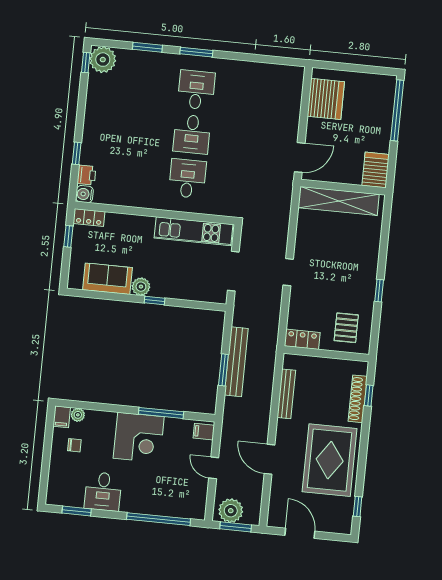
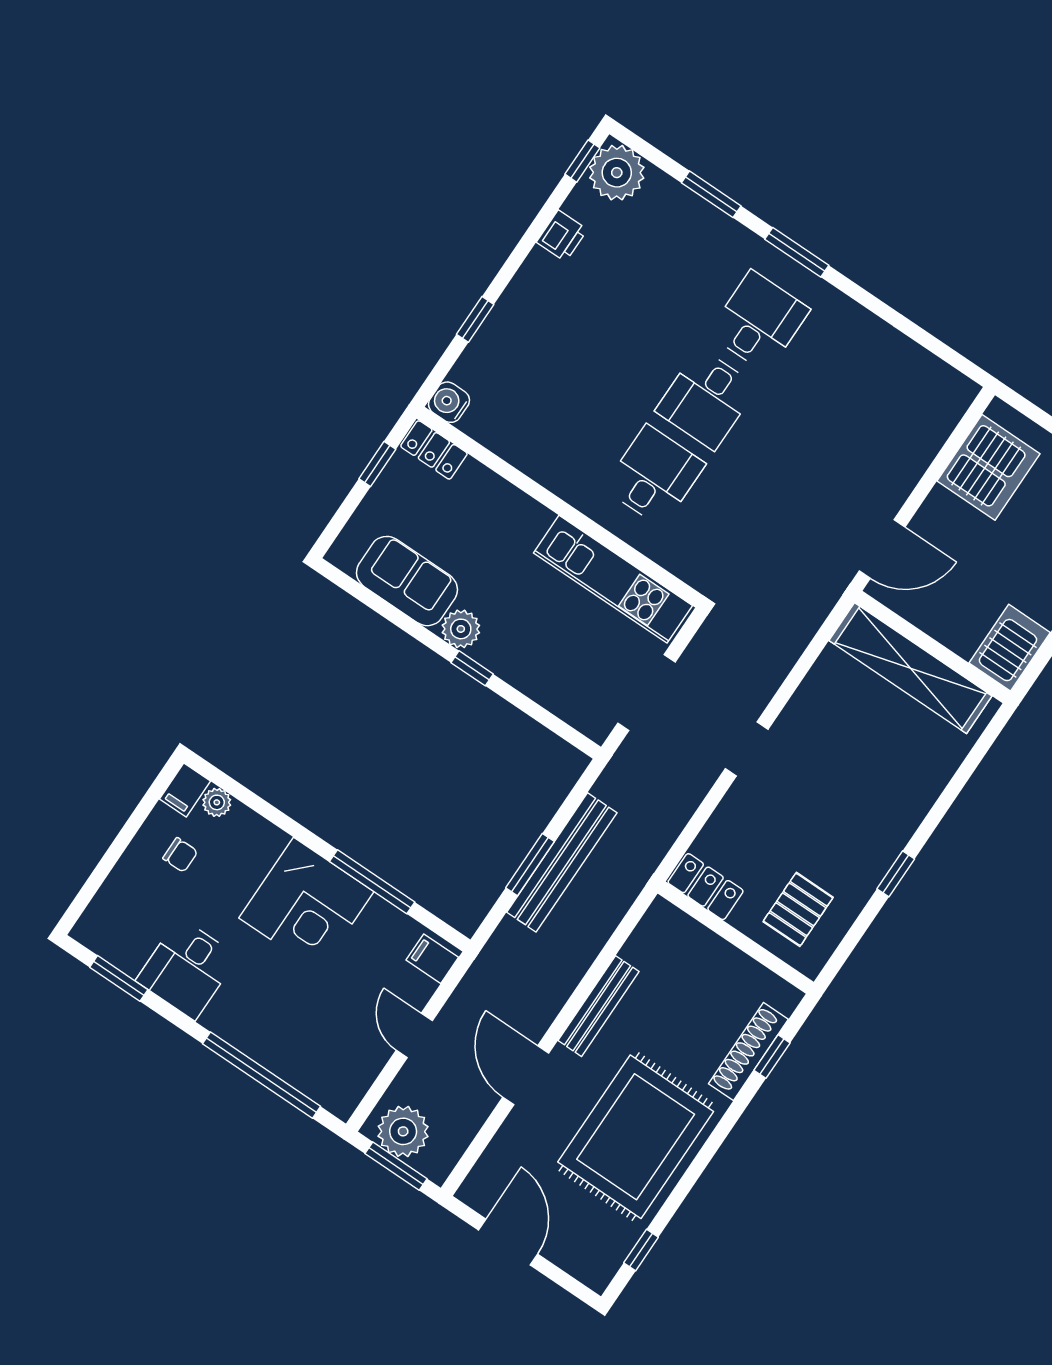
printer: (87, 175) -> (562, 236), moved
bench: (286, 394) -> (599, 1006), moved

